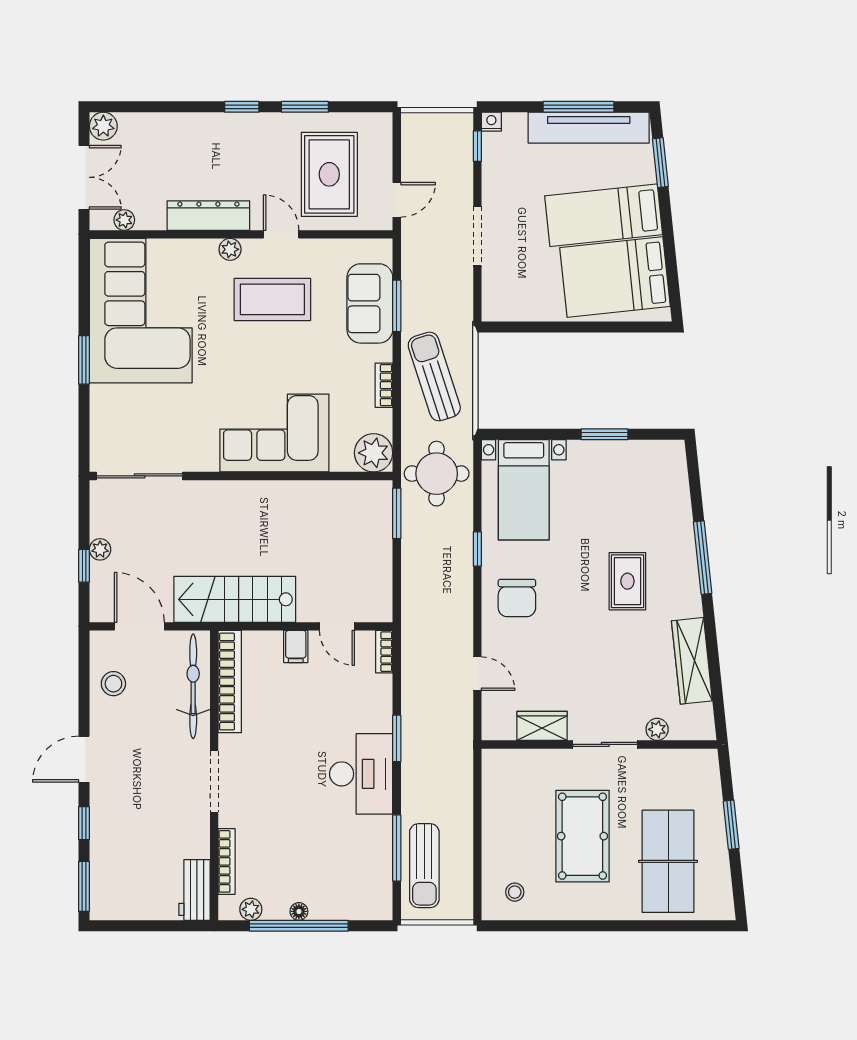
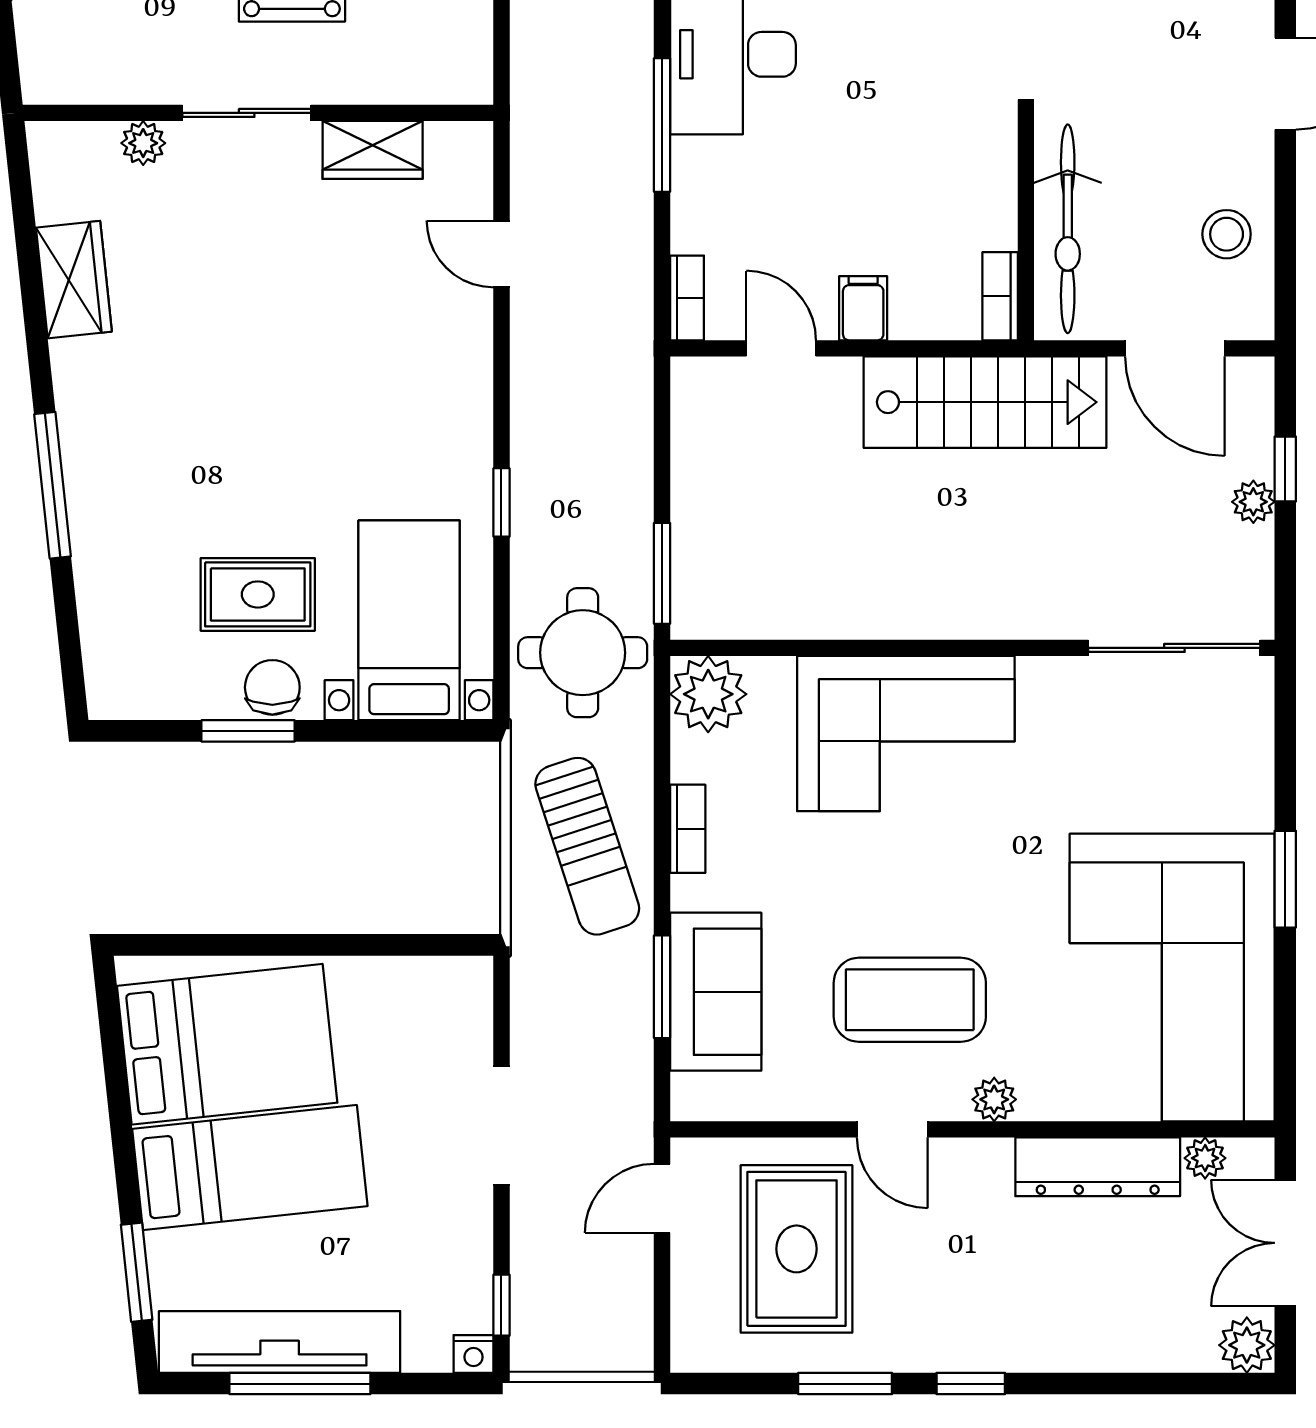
dresser: (208, 216) -> (1098, 1167), moved
rug: (627, 581) -> (258, 594), moved, turned 90
chair: (517, 598) -> (272, 687), moved, width x0.73, depth x0.73
wardrobe: (692, 661) -> (74, 280), width x0.67
bookcase: (230, 682) -> (1000, 296), width x0.43, depth x0.76
window: (397, 738) -> (662, 125), width x1.44

